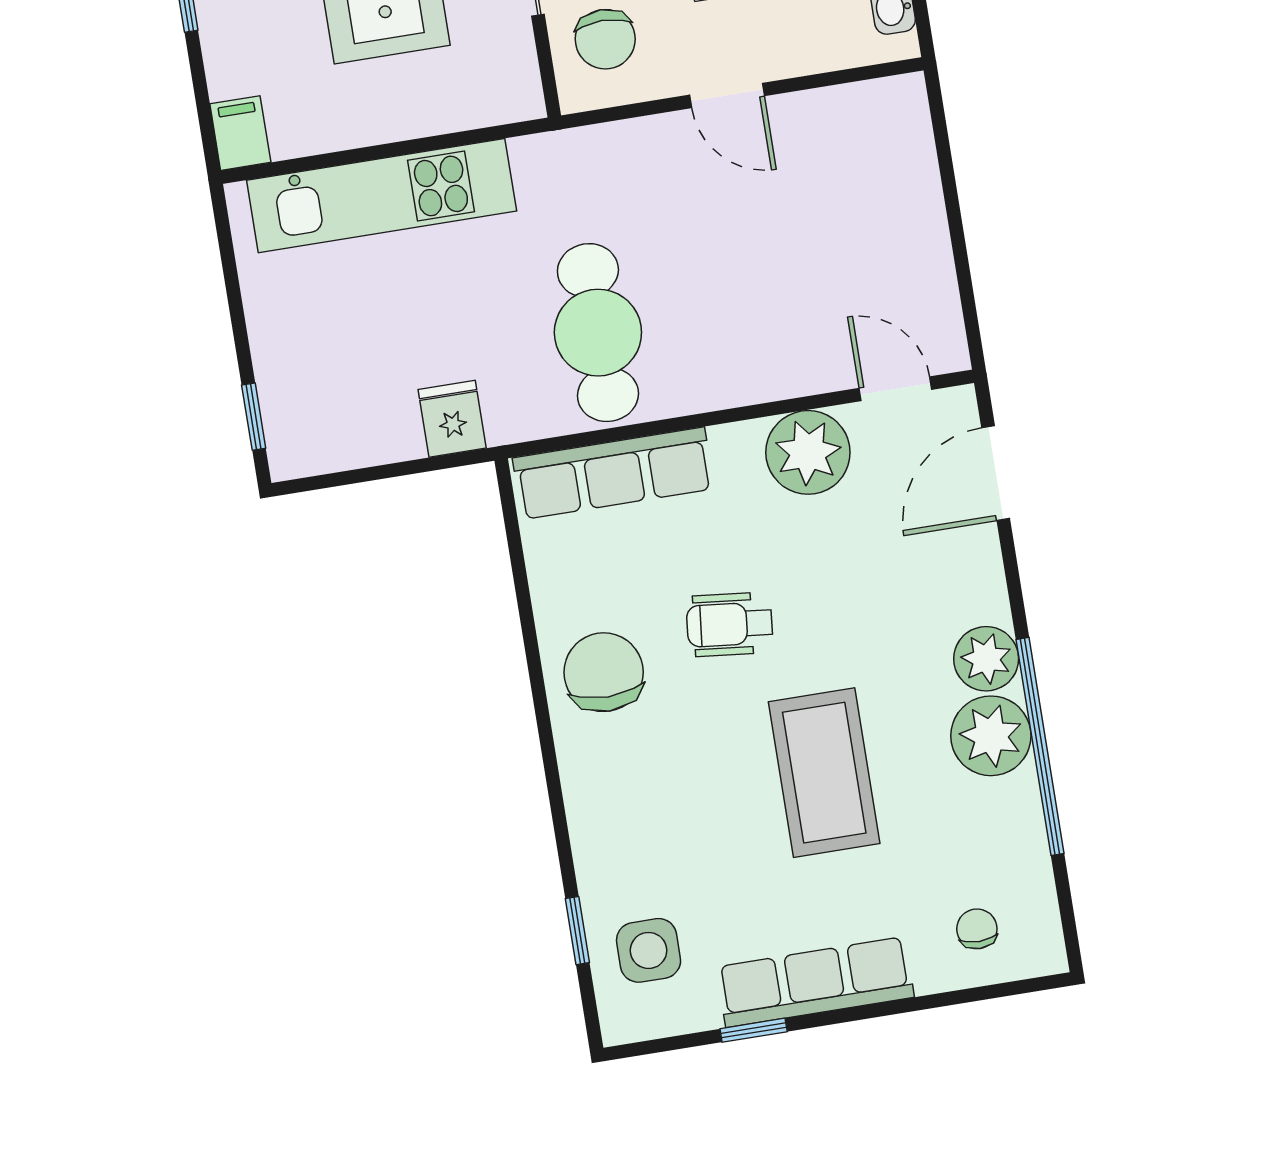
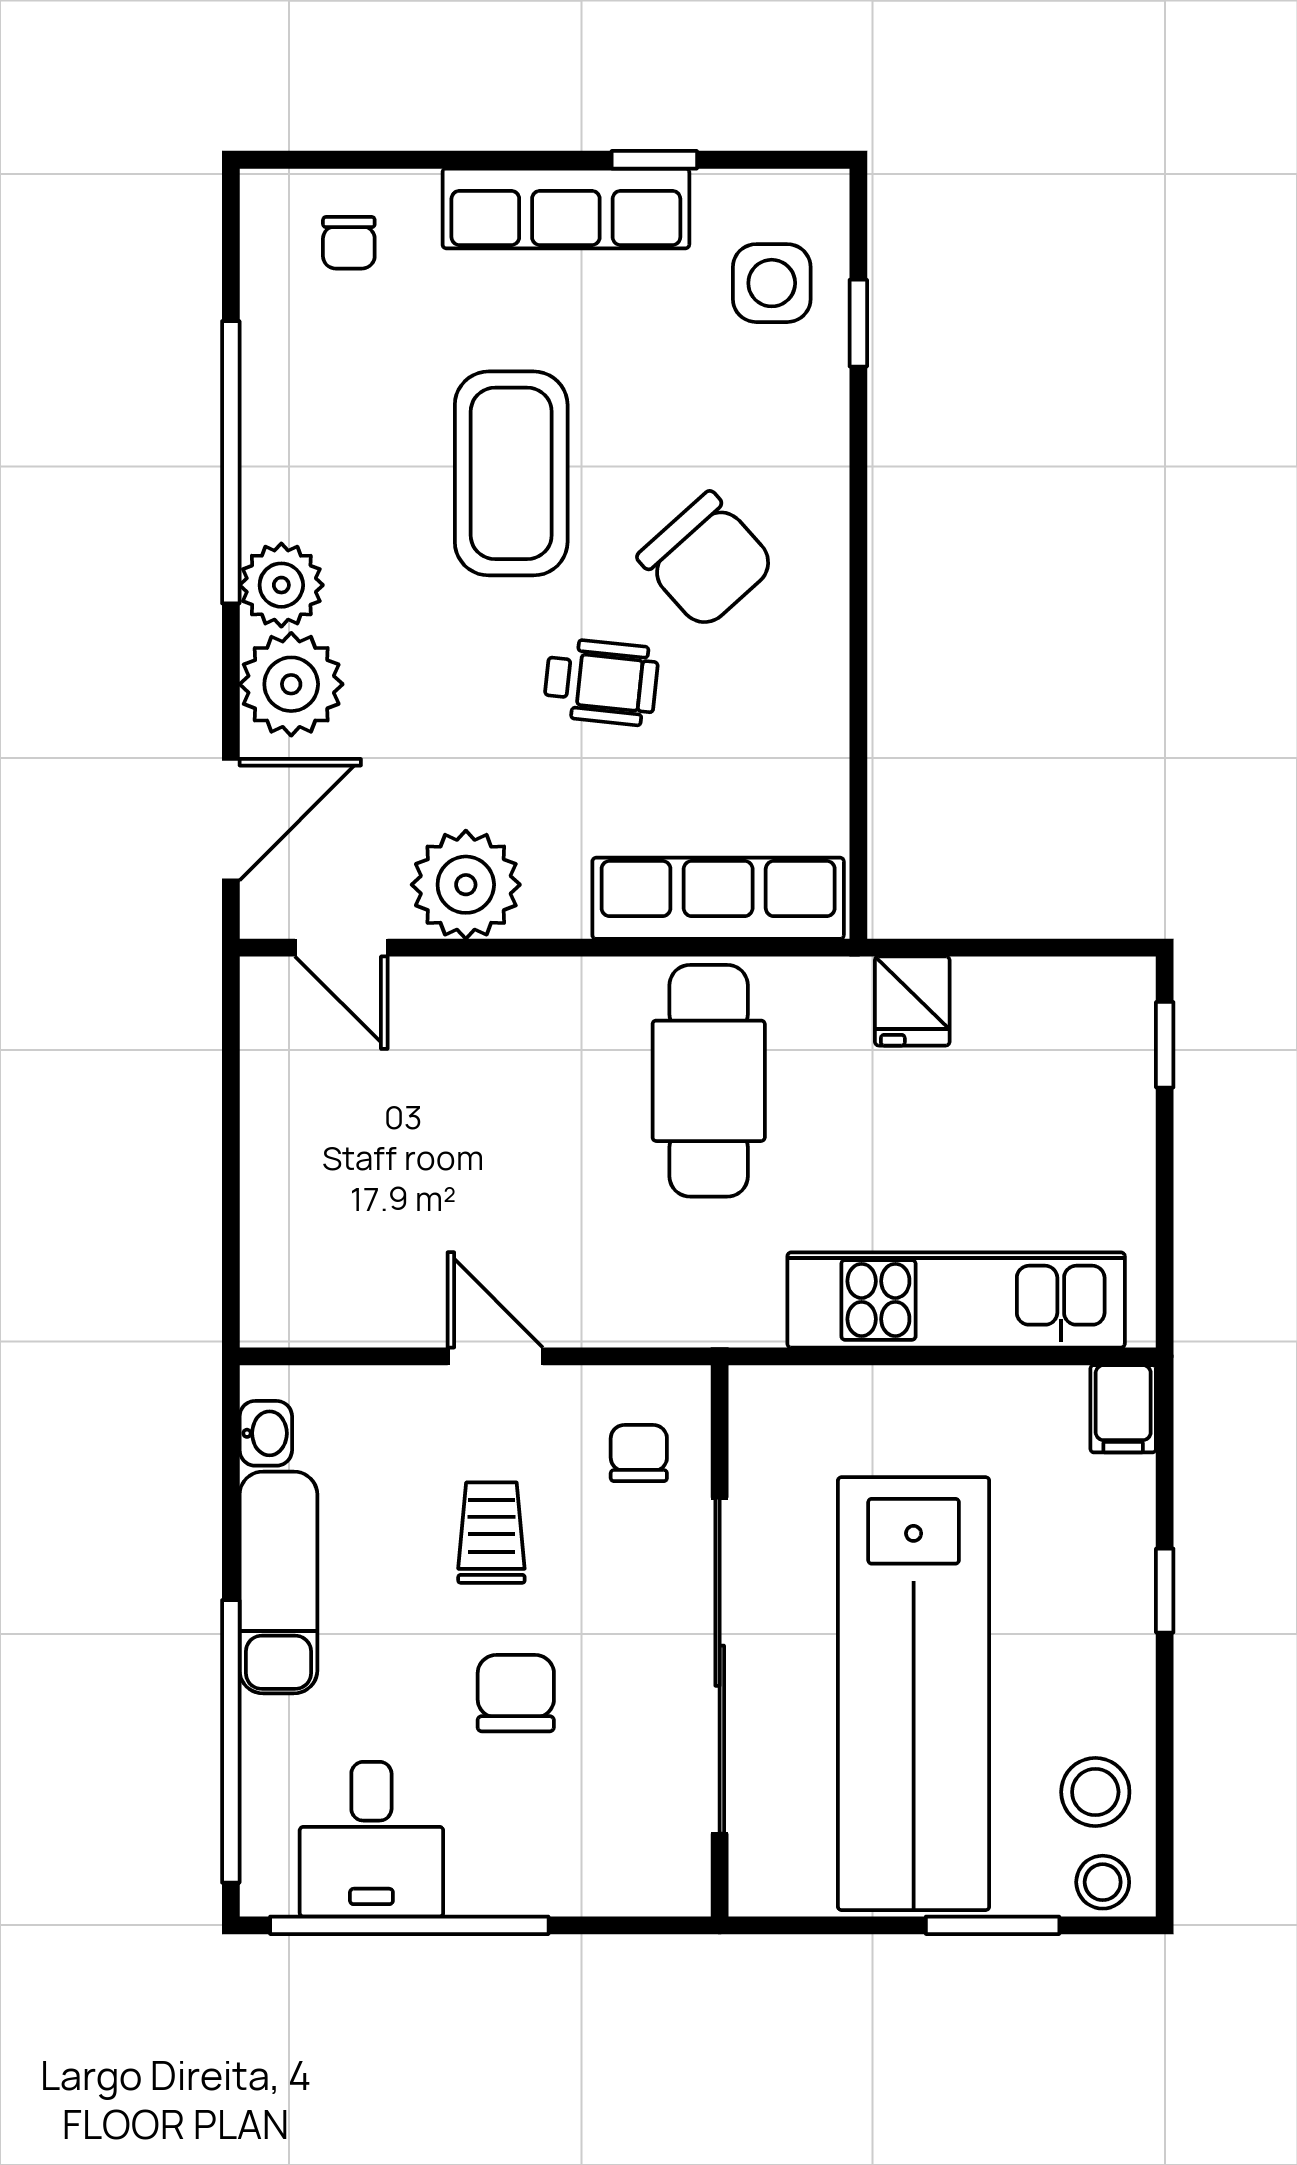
chair: (605, 39) -> (639, 1453), width x0.73, depth x0.73
chair: (604, 672) -> (706, 560), moved, turned -42
plant: (991, 736) -> (291, 684), moved

